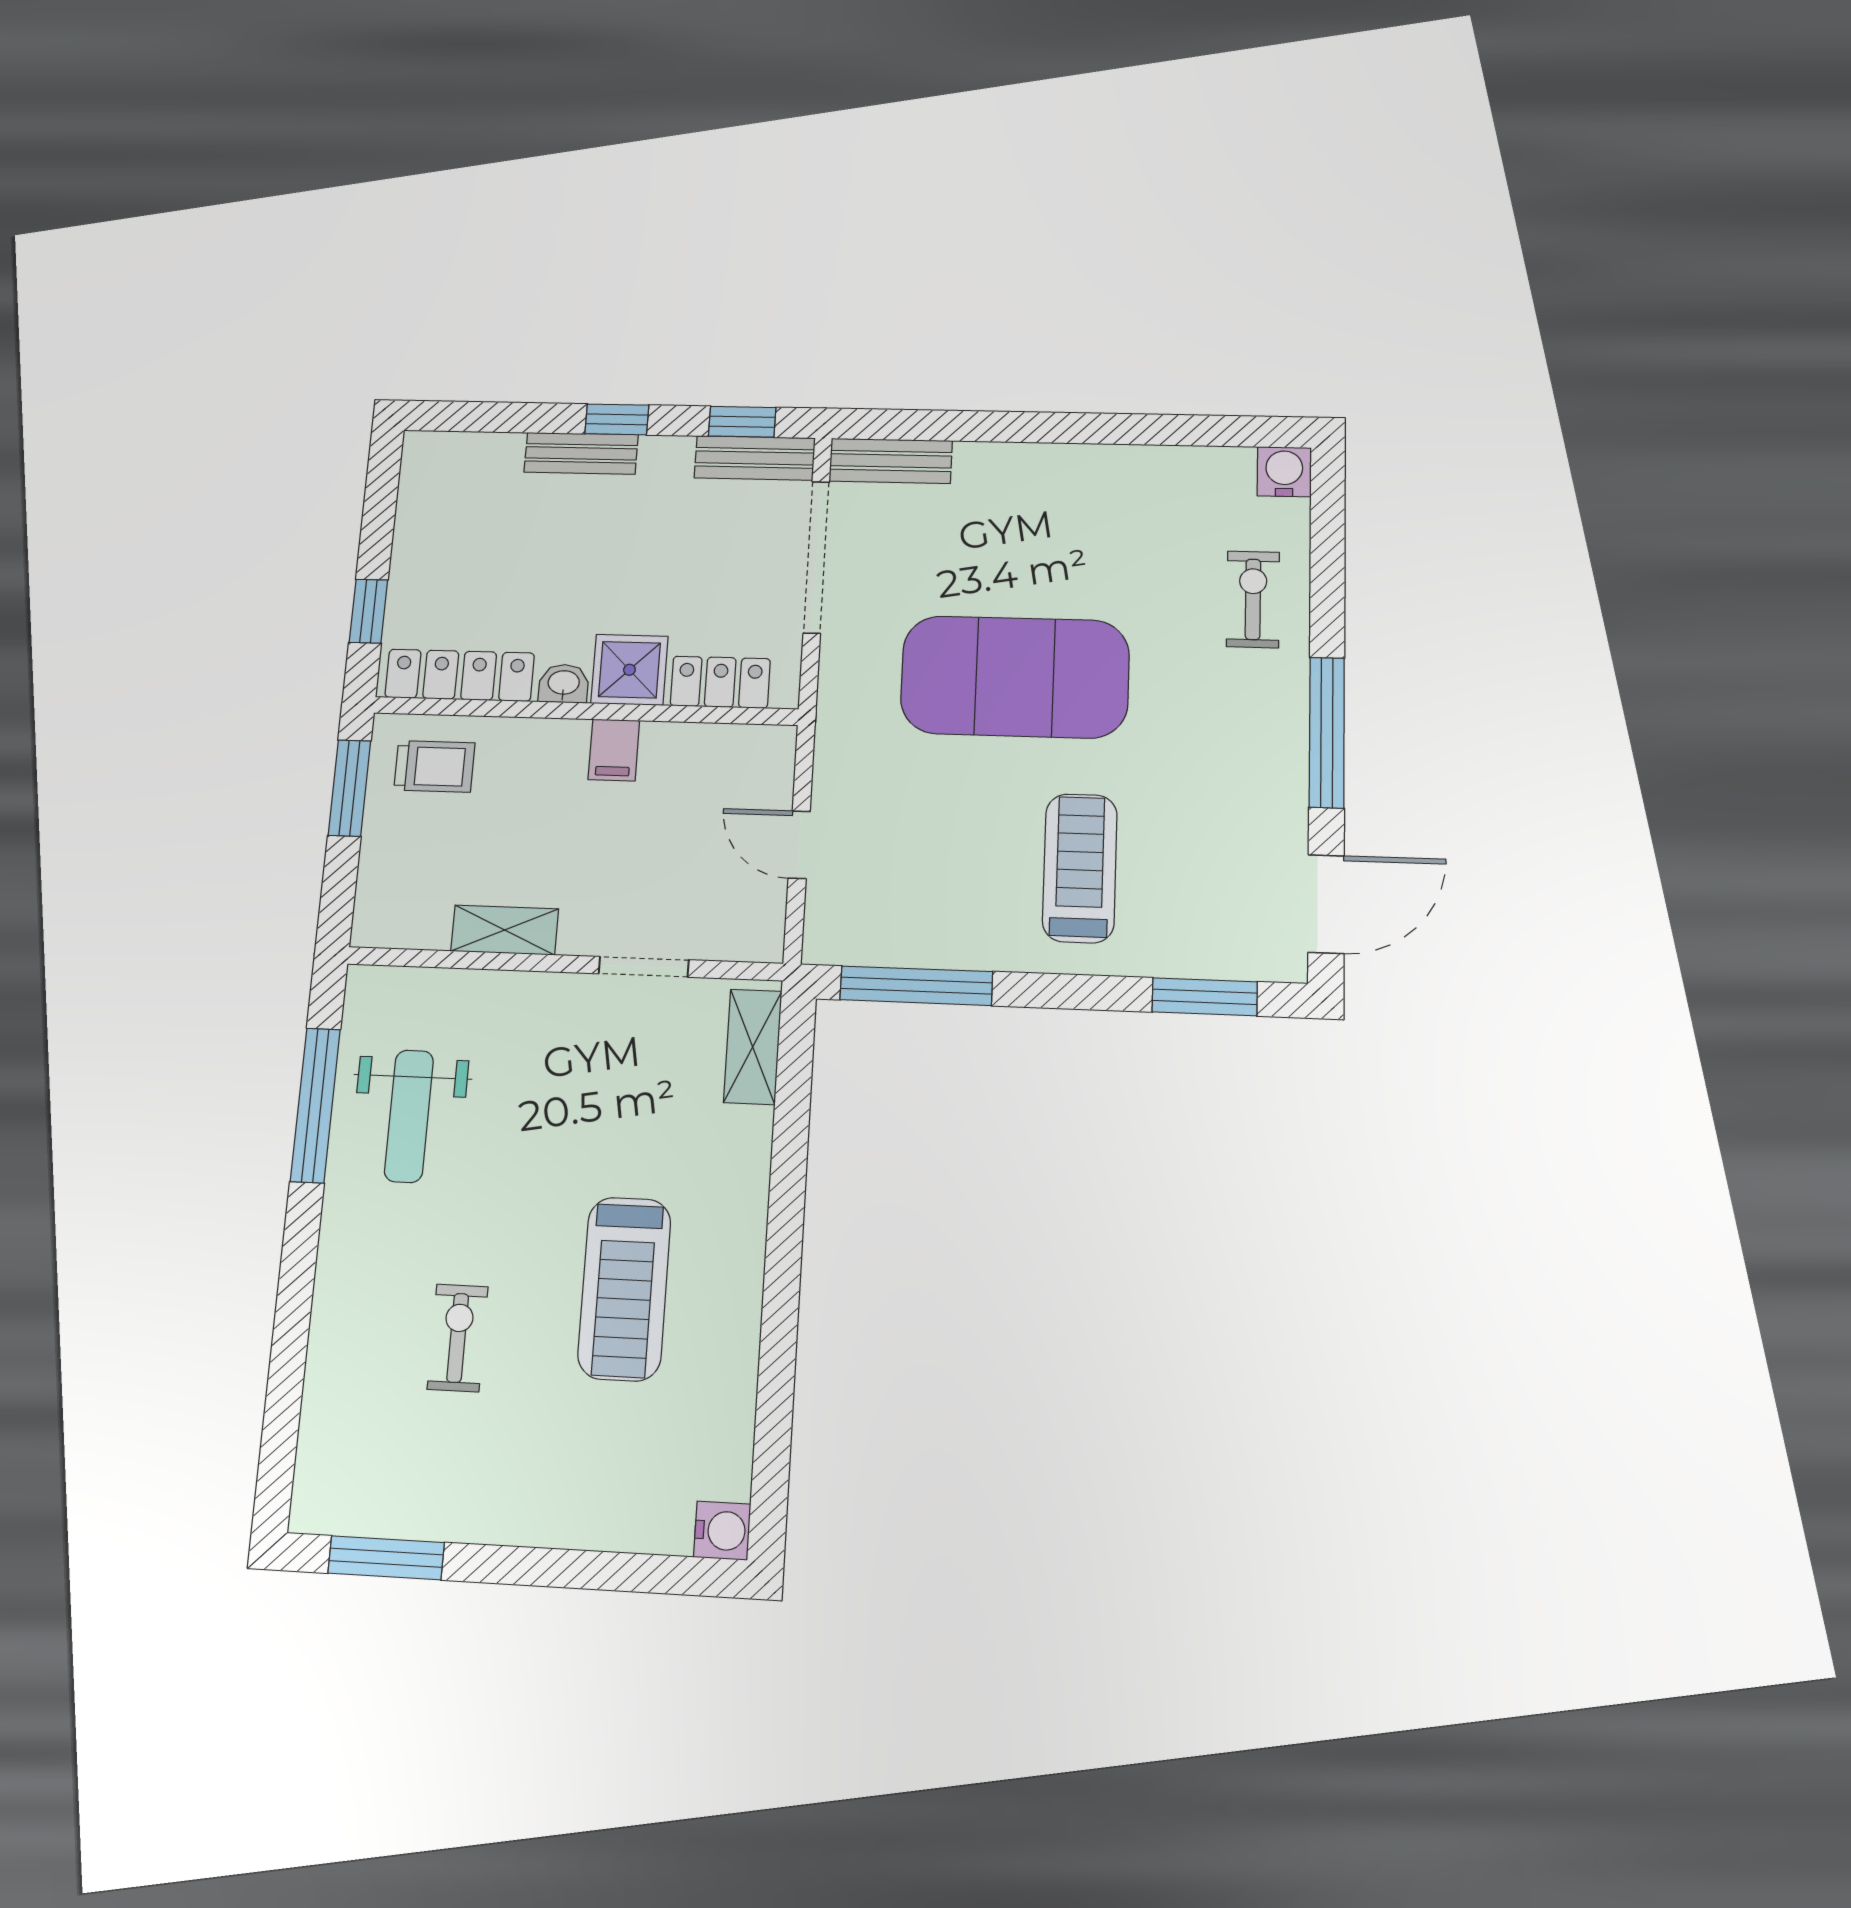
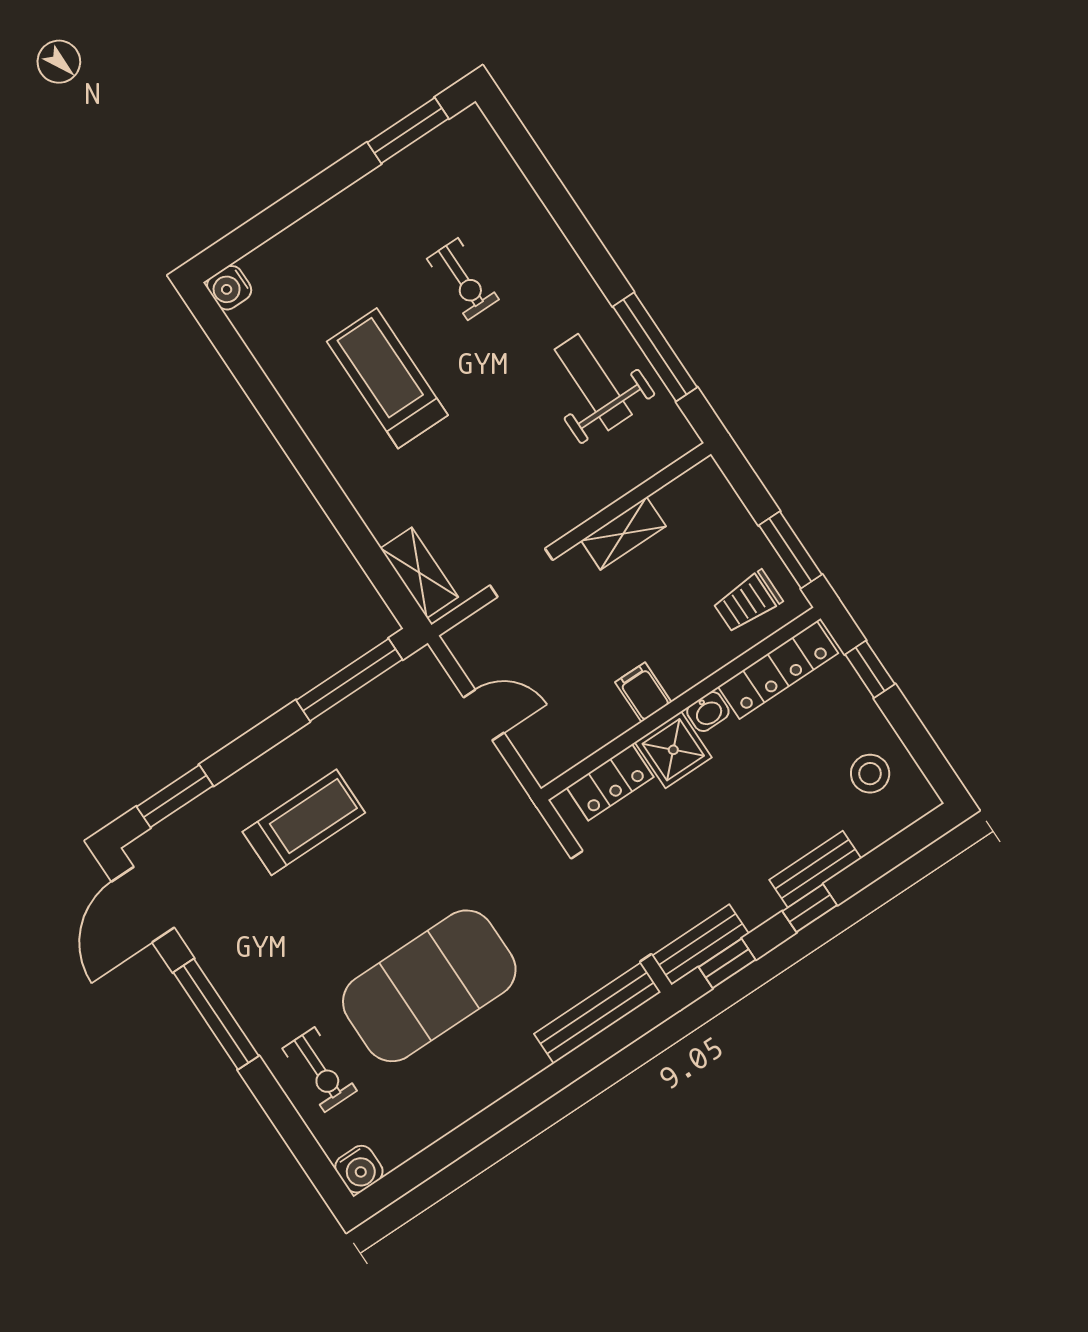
bench: (891, 461) -> (597, 1013), width x1.36
stool: (452, 509) -> (870, 774), added
exercise mat: (1015, 677) -> (429, 986), moved
treadmill: (1080, 868) -> (304, 822), turned -90

